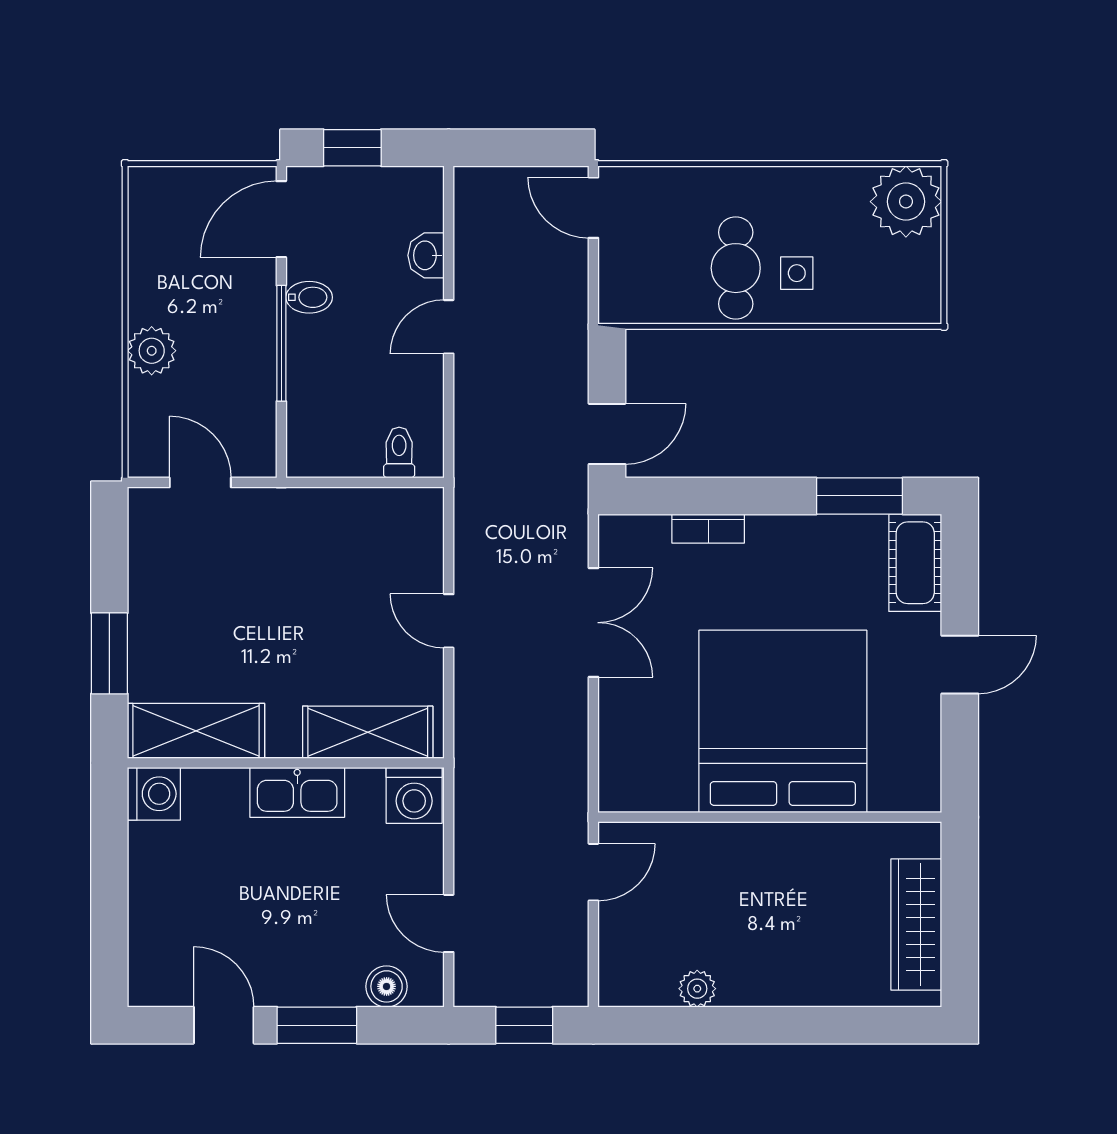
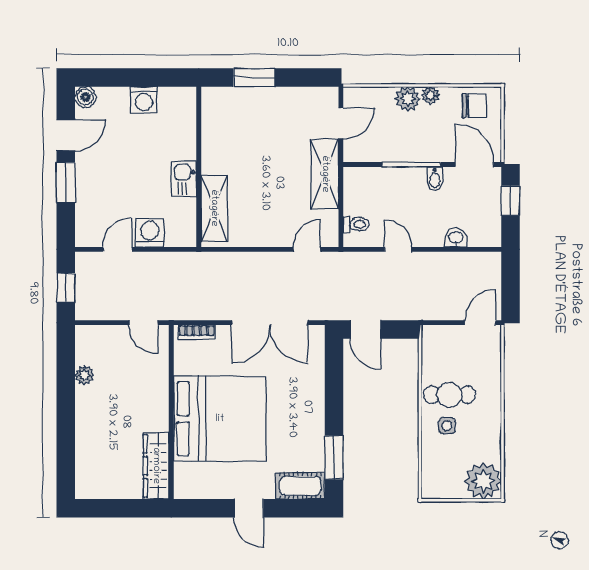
chair: (165, 219) -> (474, 106), added
plant: (145, 306) -> (430, 95), added
door: (449, 327) -> (398, 249), moved
bookcase: (708, 529) -> (197, 332), moved, turned -90
door: (449, 621) -> (307, 249), moved
double door: (593, 623) -> (270, 323), width x1.37
shelving: (196, 731) -> (325, 174), moved
kitchen sink: (297, 792) -> (184, 179), width x0.73
washing machine: (154, 794) -> (144, 100), moved
washing machine: (414, 795) -> (150, 233), moved, turned 90
wardrobe: (916, 925) -> (156, 466), moved, turned -90
boiler: (387, 986) -> (85, 97), moved

